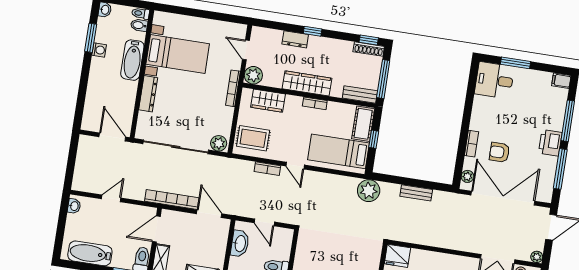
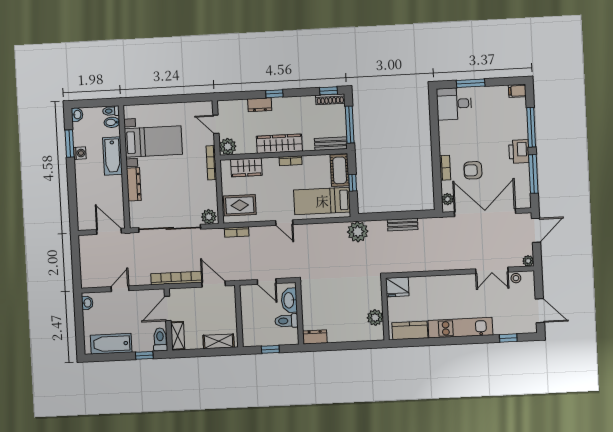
bookcase: (267, 169) -> (237, 232), moved
washbasin: (240, 244) -> (289, 300), moved, turned 180

